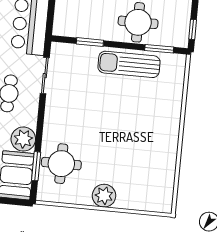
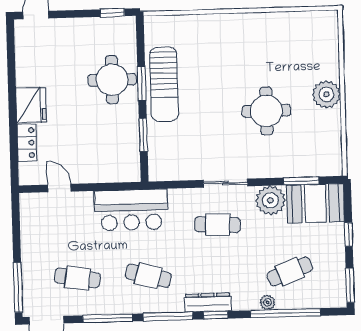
window: (159, 49) -> (142, 83), moved
sliding door: (45, 76) -> (225, 183), moved
round table: (61, 164) -> (266, 111), moved

